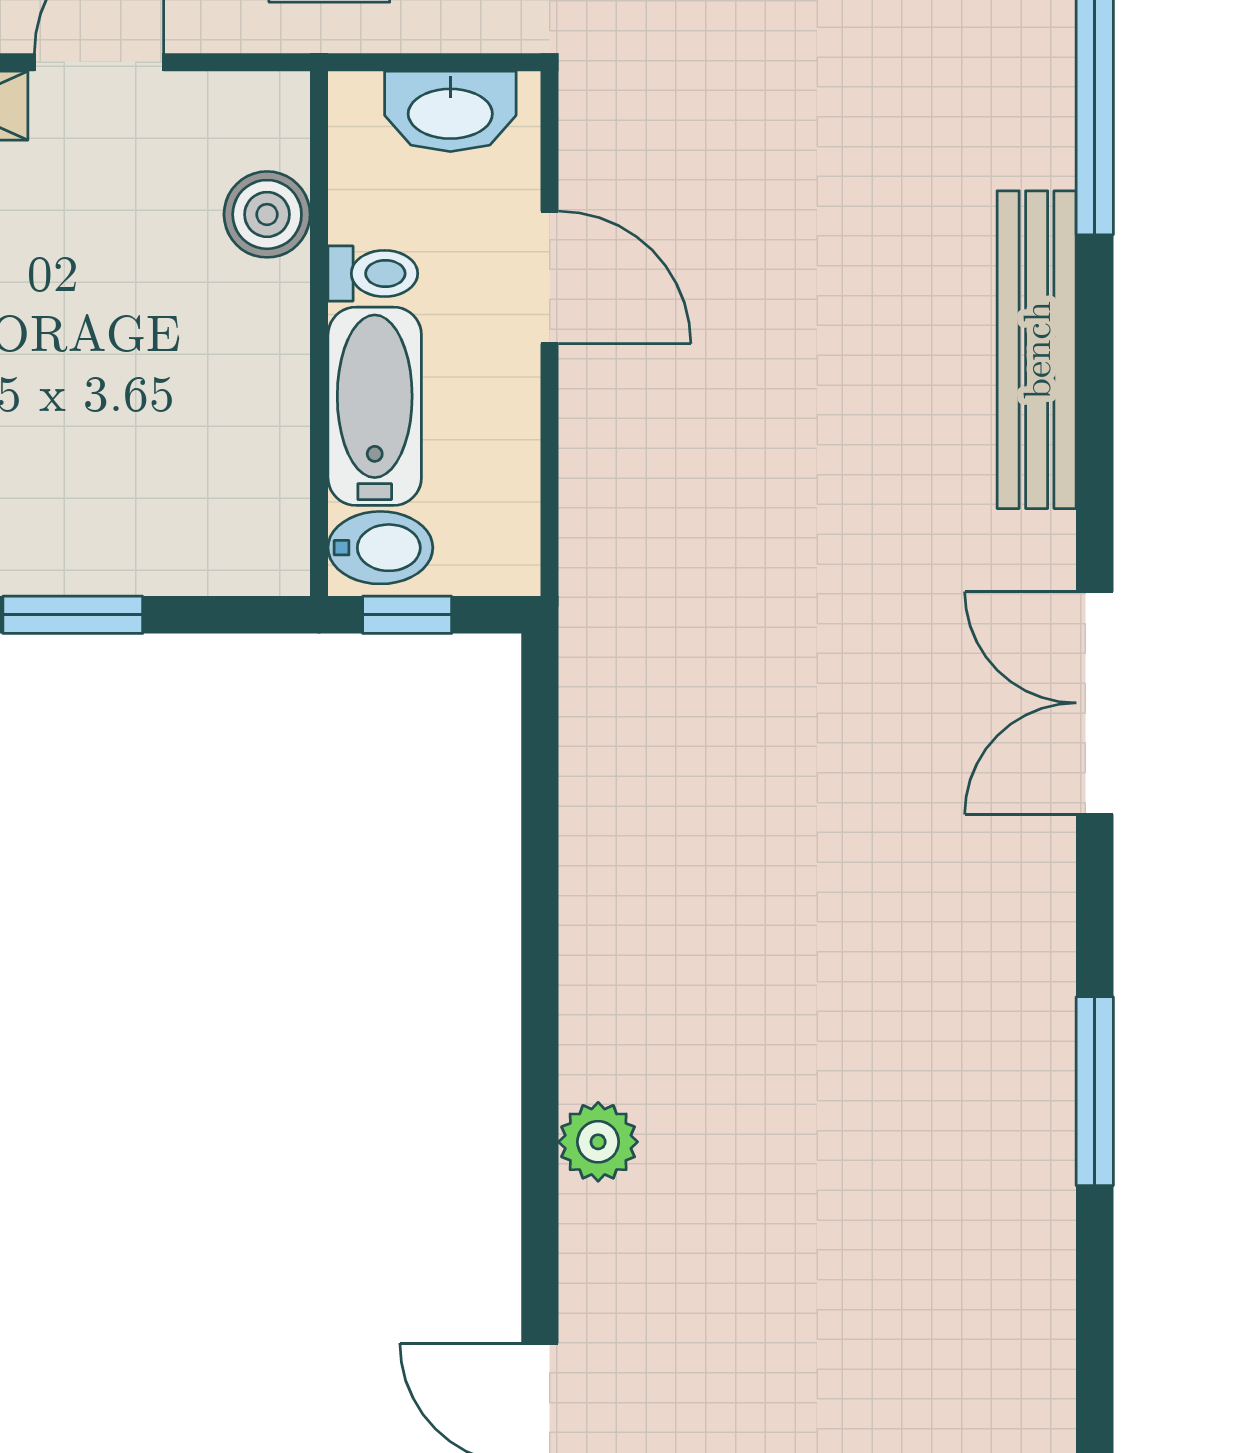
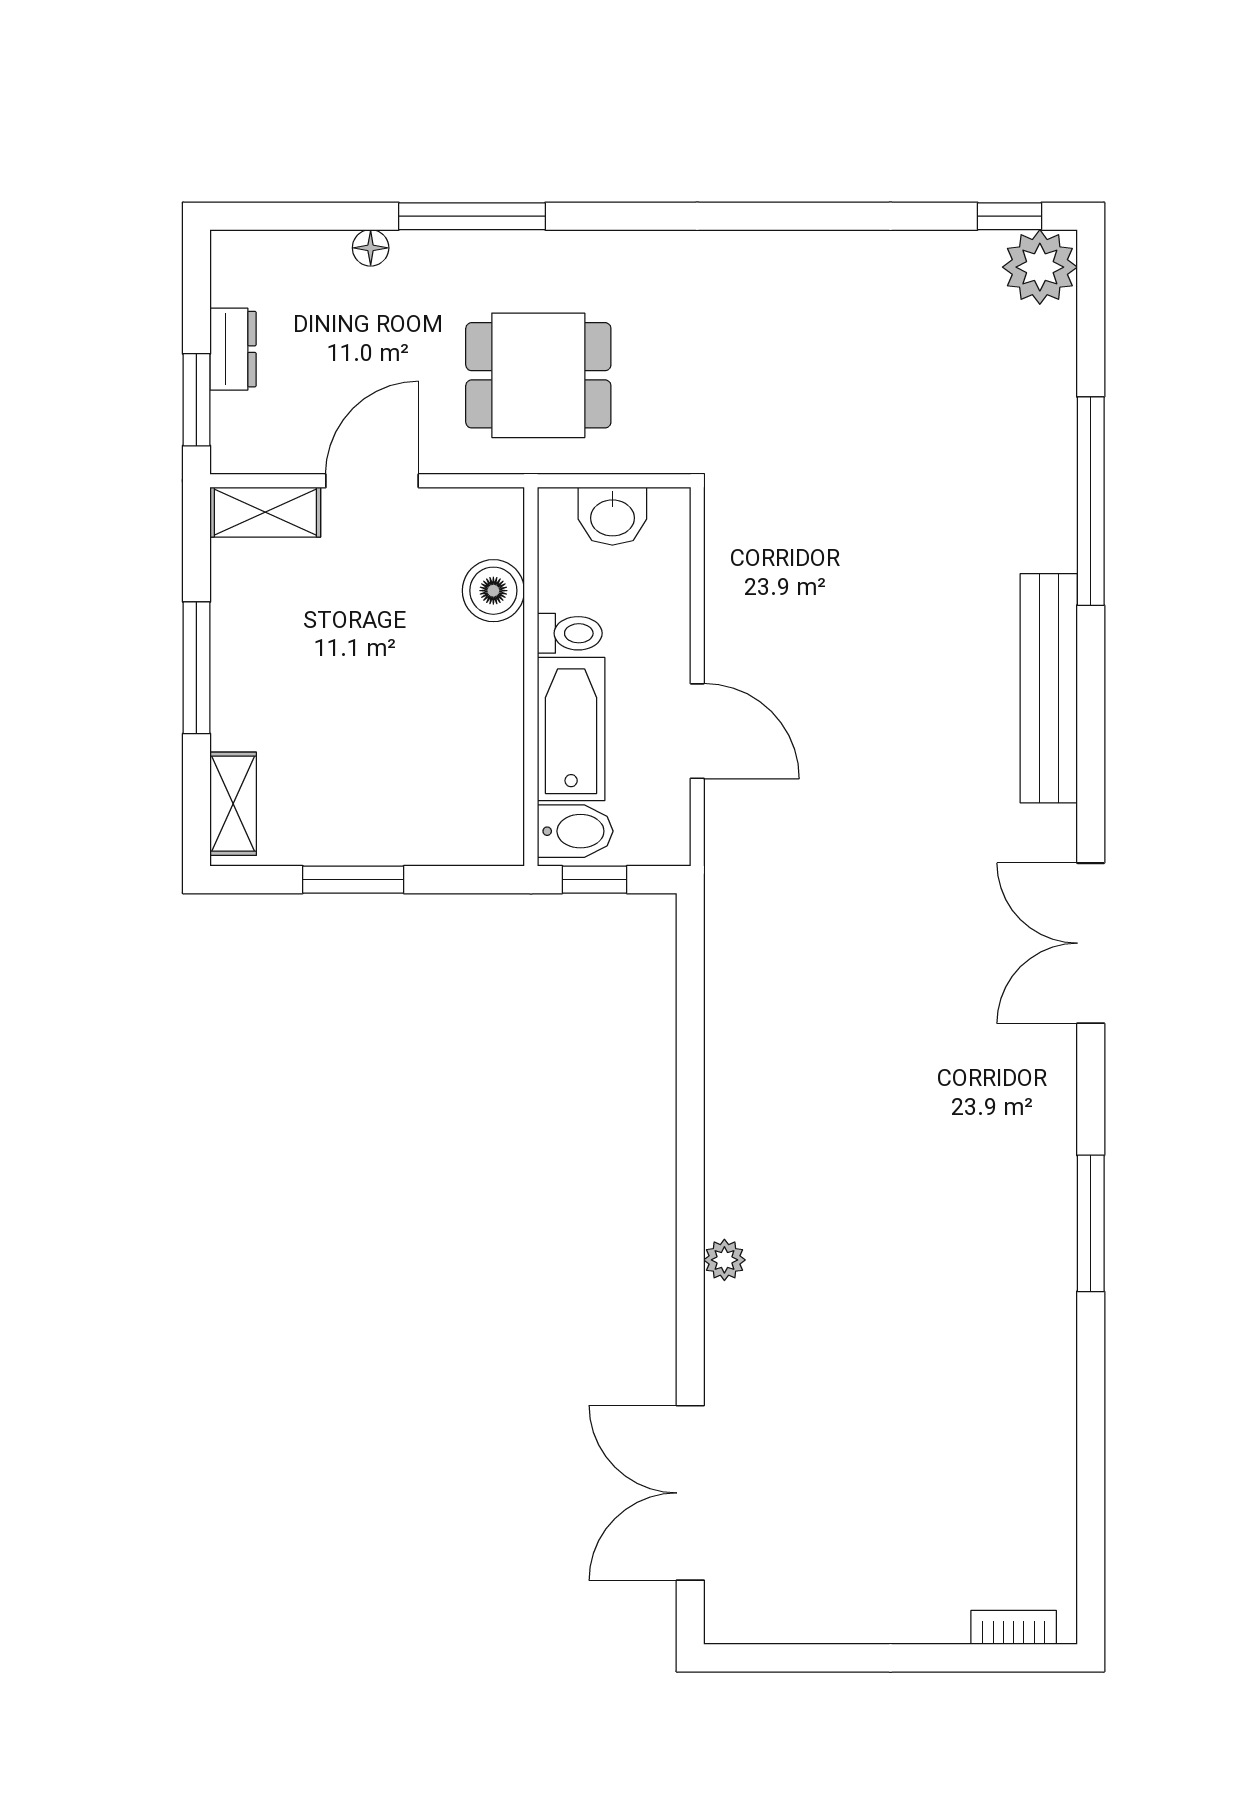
washbasin: (450, 111) -> (612, 516), width x0.72
door: (550, 277) -> (697, 731), moved
plant: (598, 1142) -> (724, 1260), width x0.73, depth x0.73

